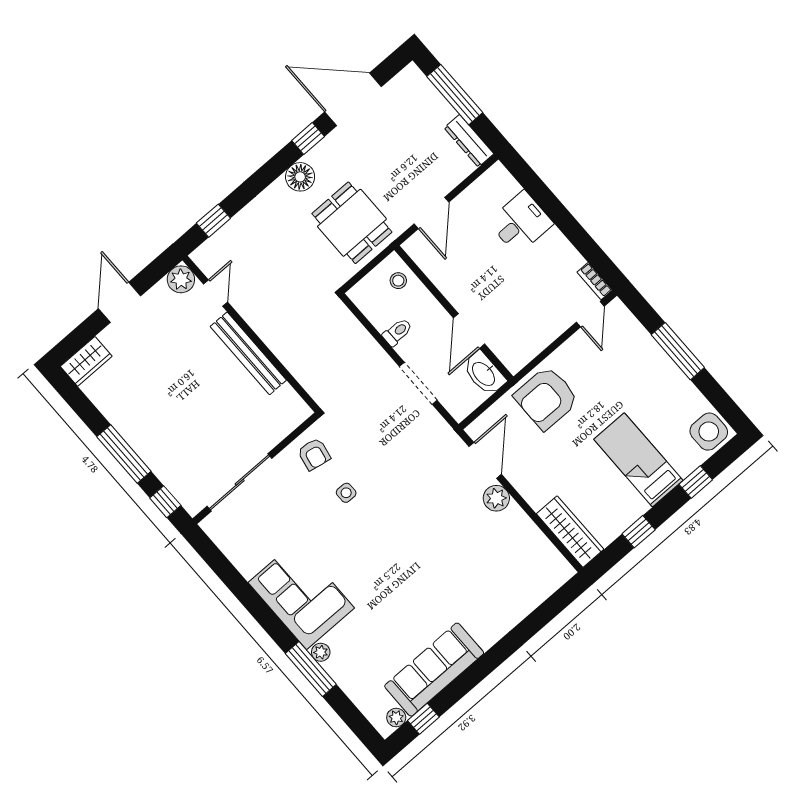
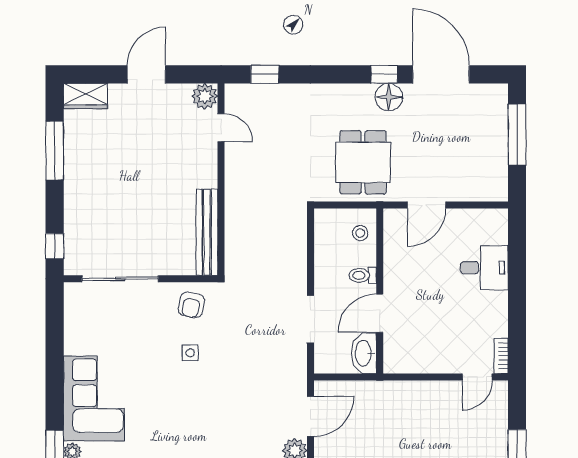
dresser: (469, 141) -> (498, 177), removed
floor lamp: (300, 177) -> (389, 97), moved
door: (215, 293) -> (221, 128), hinge flipped
toilet: (397, 332) -> (363, 275), moved, turned 180
bench: (248, 353) -> (207, 232), moved
armchair: (546, 398) -> (393, 410), removed
window: (124, 454) -> (55, 151), moved

